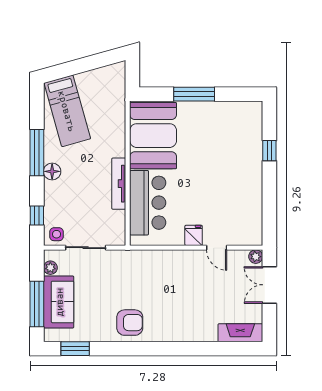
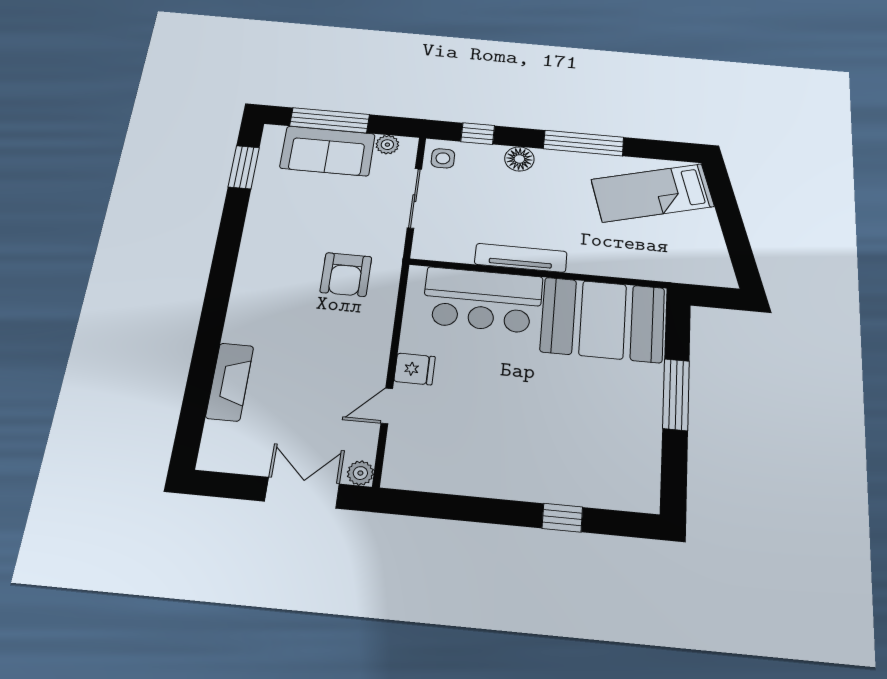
floor lamp: (52, 171) -> (519, 159), moved
armchair: (130, 323) -> (346, 274), moved
fireplace: (240, 333) -> (230, 382), moved

